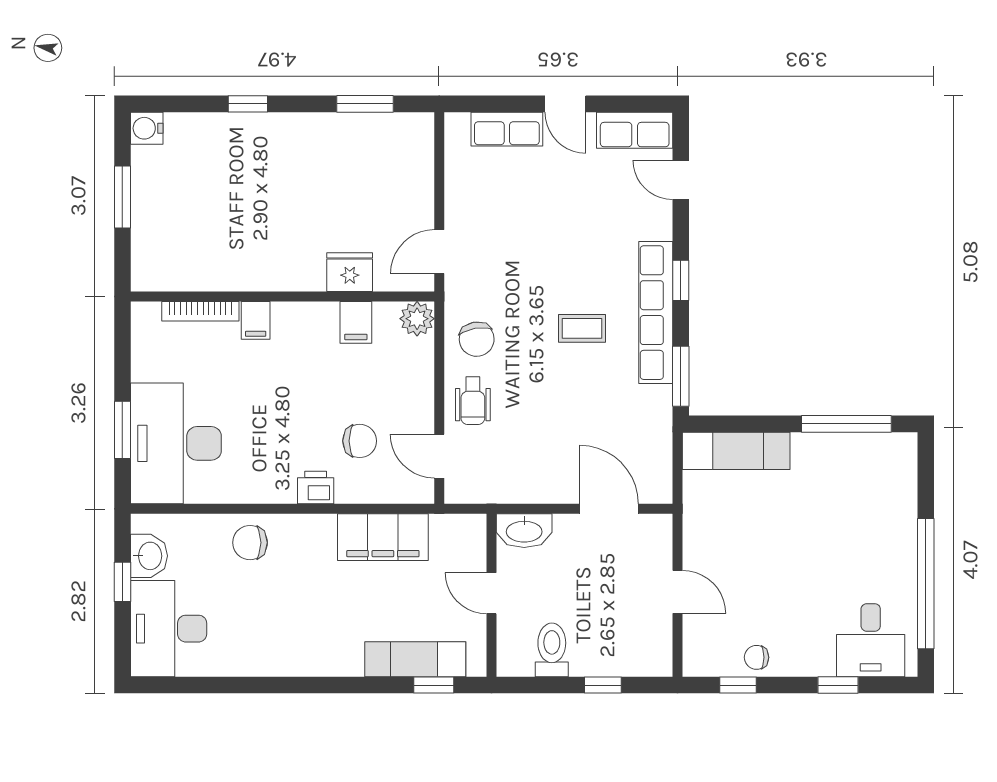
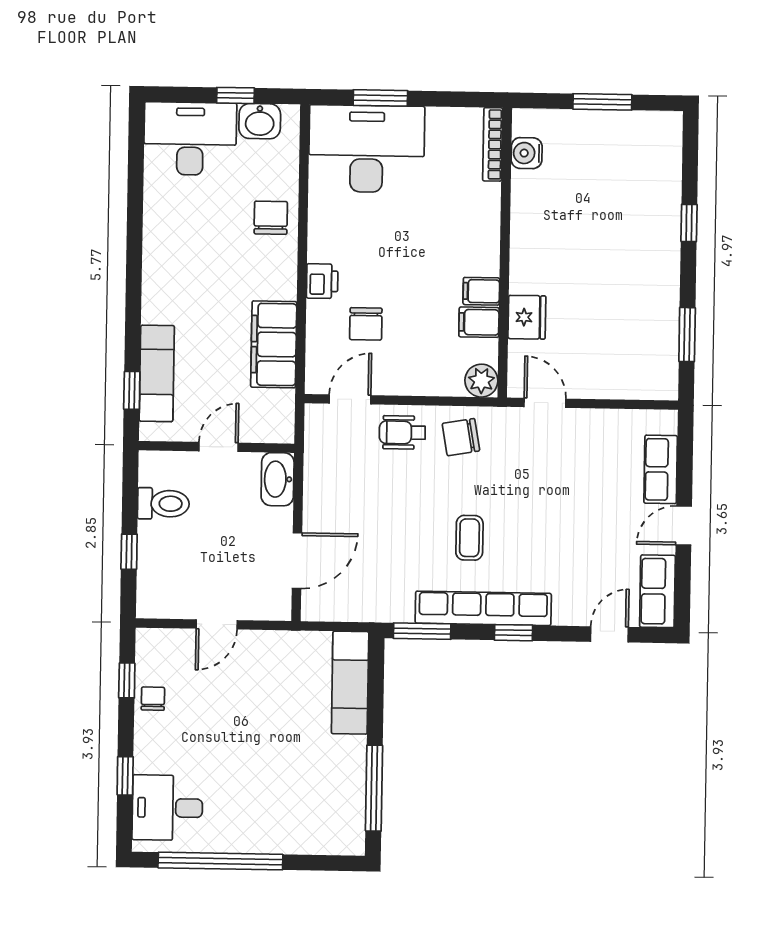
water cooler: (147, 128) -> (527, 153), moved, turned -90
bookcase: (200, 311) -> (493, 144), moved
filing cabinet: (256, 320) -> (481, 291), moved

